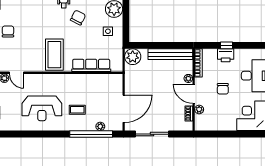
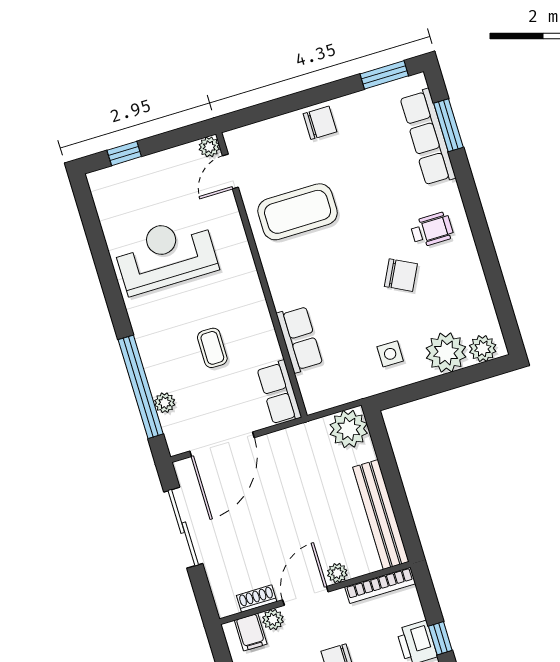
coffee table: (54, 55) -> (298, 212), moved
row of seats: (91, 65) -> (300, 339), width x0.68
row of seats: (110, 80) -> (279, 393), added
reception desk: (42, 108) -> (166, 255), turned 90
door: (124, 109) -> (222, 444), hinge flipped
coffee table: (77, 110) -> (212, 348), moved
filing cabinet: (201, 120) -> (251, 632), added

